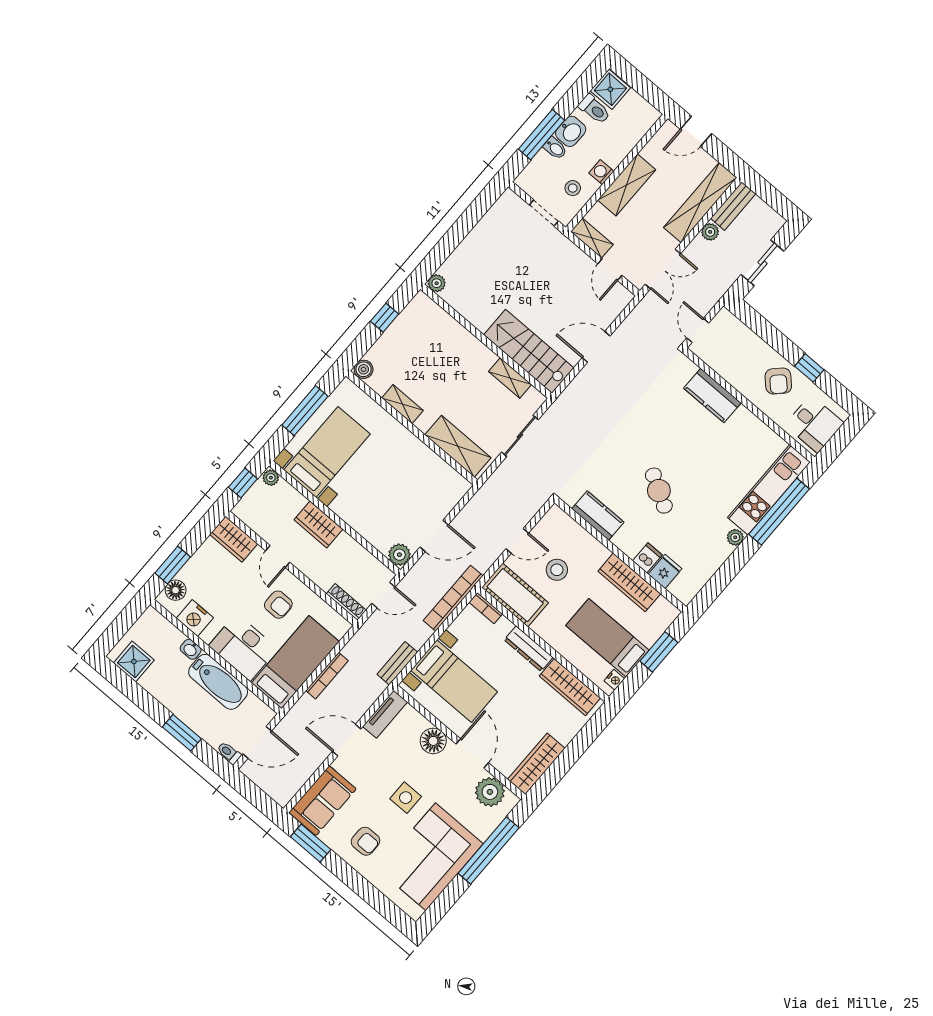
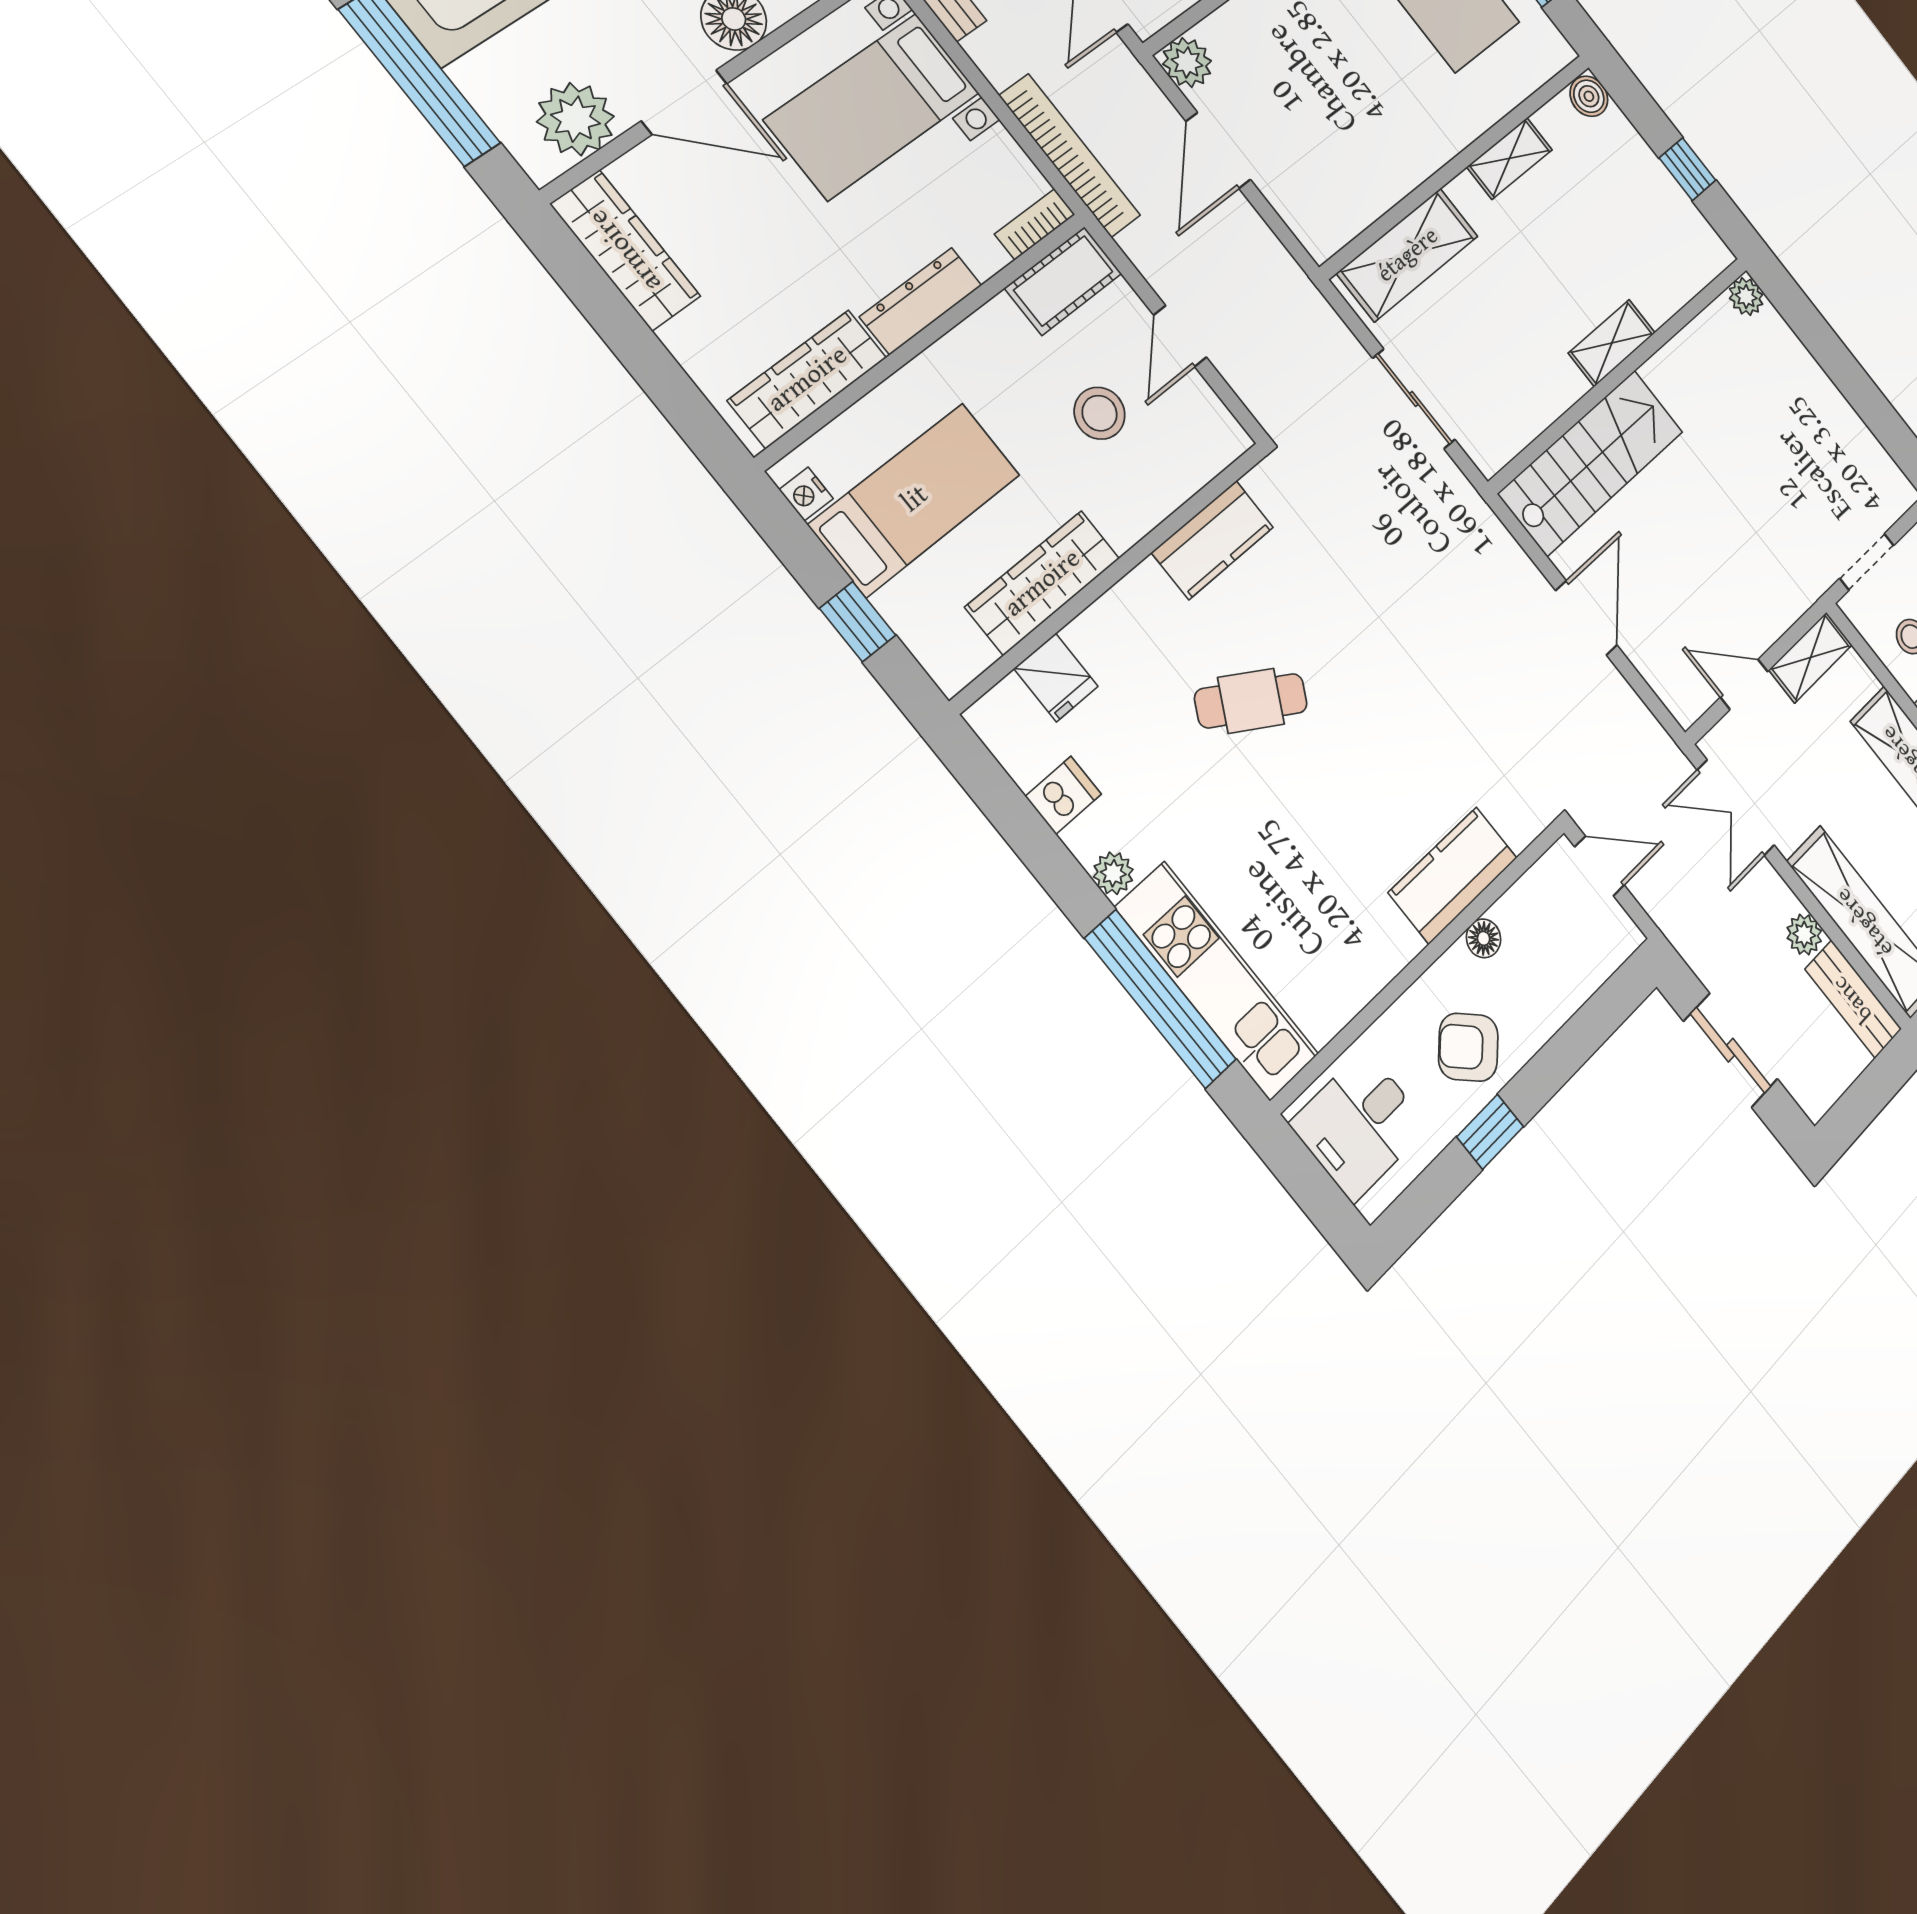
shelving: (510, 378) -> (1612, 343), moved
floor lamp: (735, 379) -> (1484, 938), added
dishwasher: (647, 558) -> (1063, 795), moved, turned -90
cot: (515, 595) -> (1063, 281), width x0.73, depth x0.75
window: (659, 652) -> (858, 622), width x0.67

